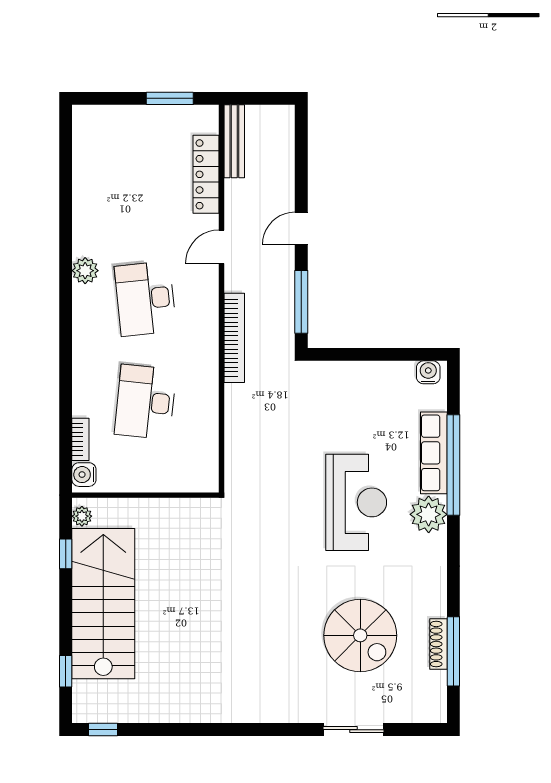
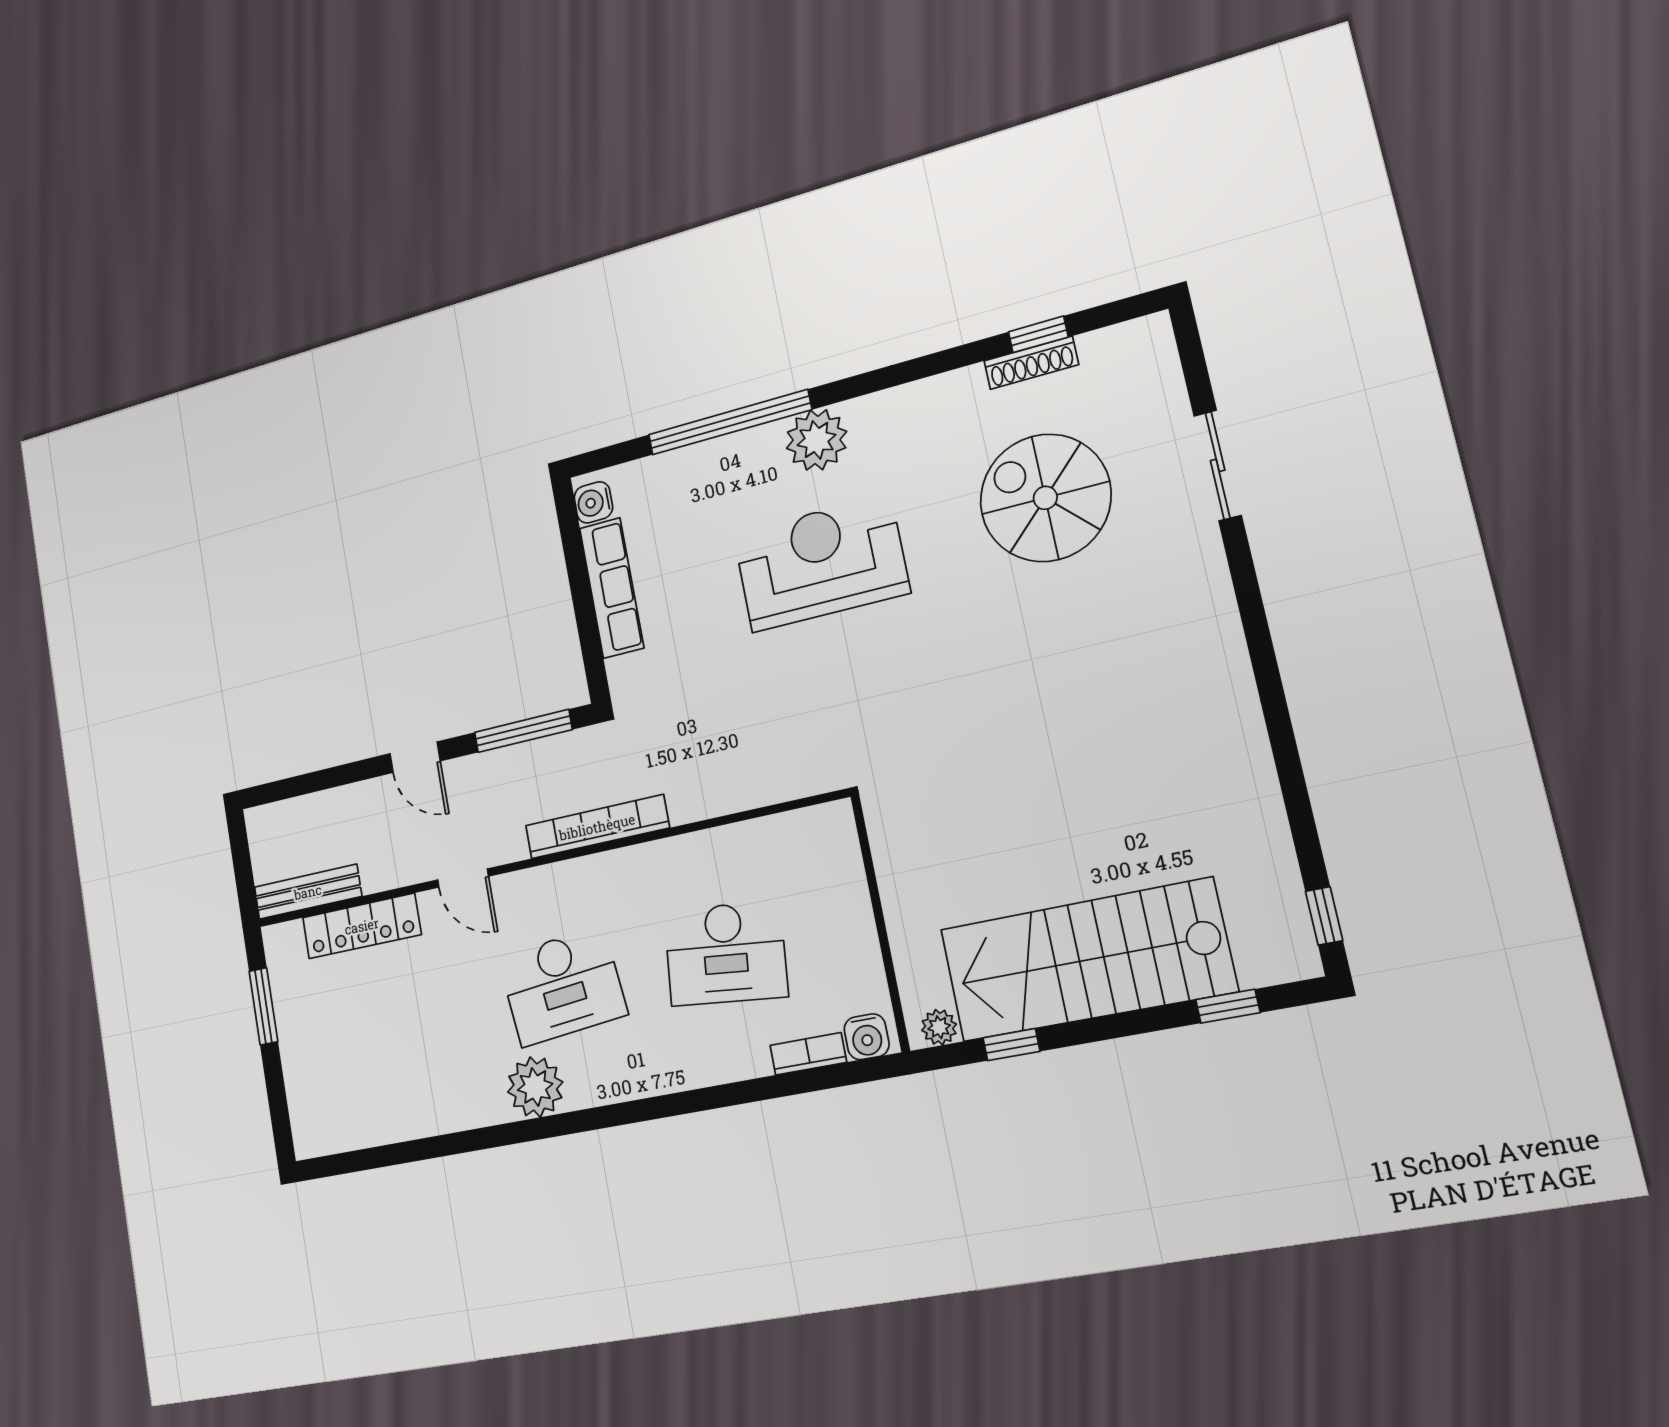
plant: (85, 271) -> (535, 1087), width x1.36, depth x1.36
row of seats: (434, 453) -> (612, 588), moved, turned -90
spiral stairs: (360, 635) -> (1045, 498), turned -90
window: (453, 651) -> (1038, 334), width x0.46

